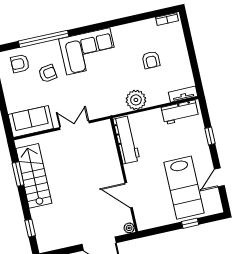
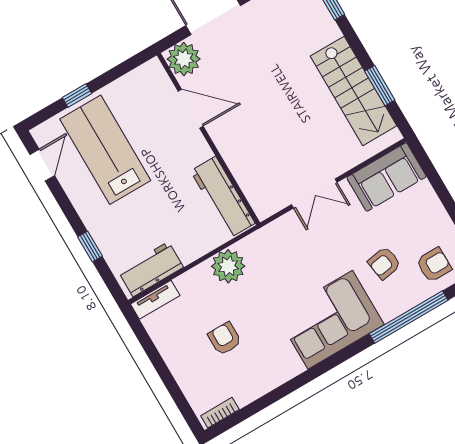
door: (219, 177) -> (42, 165), moved
plant: (129, 228) -> (184, 59), width x1.88, depth x1.88

